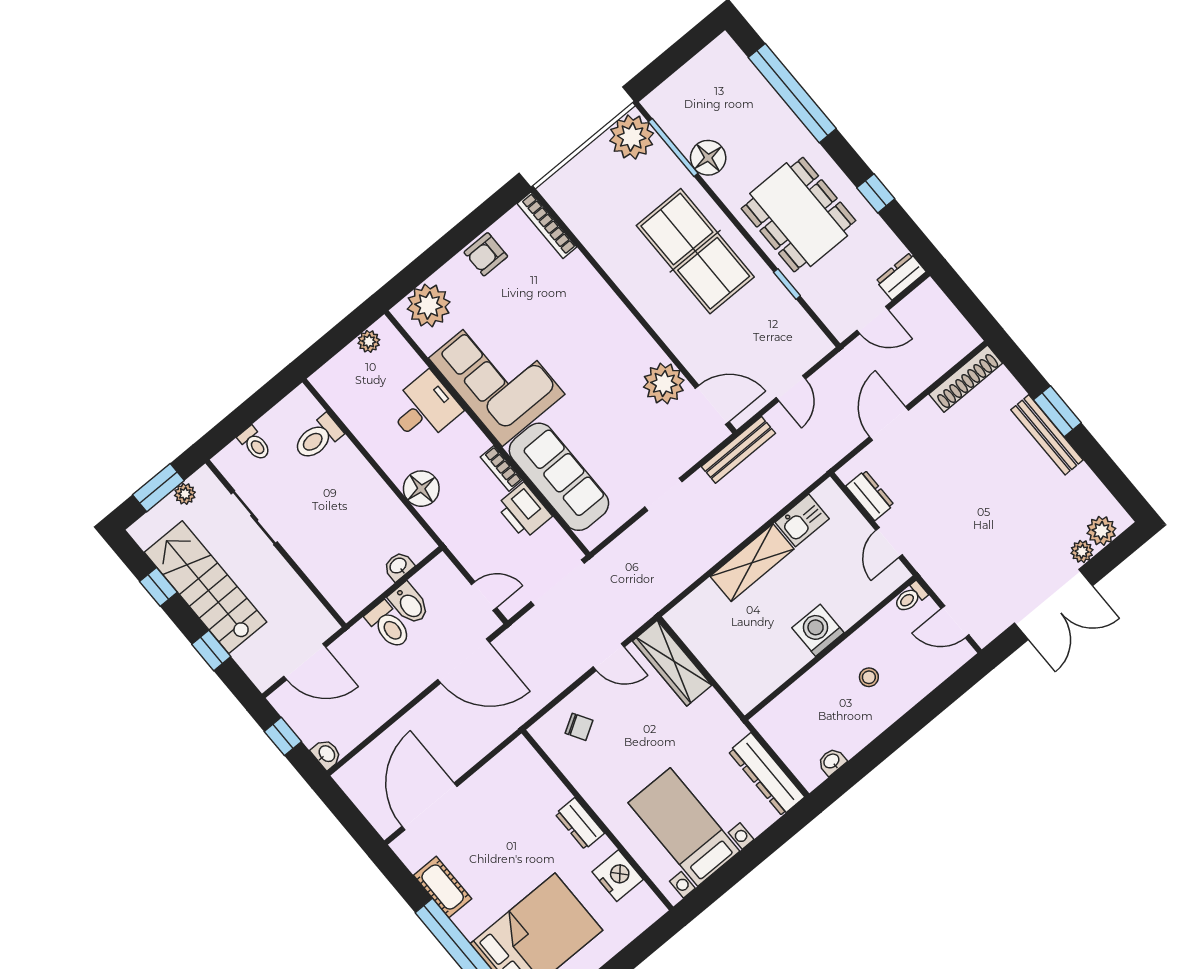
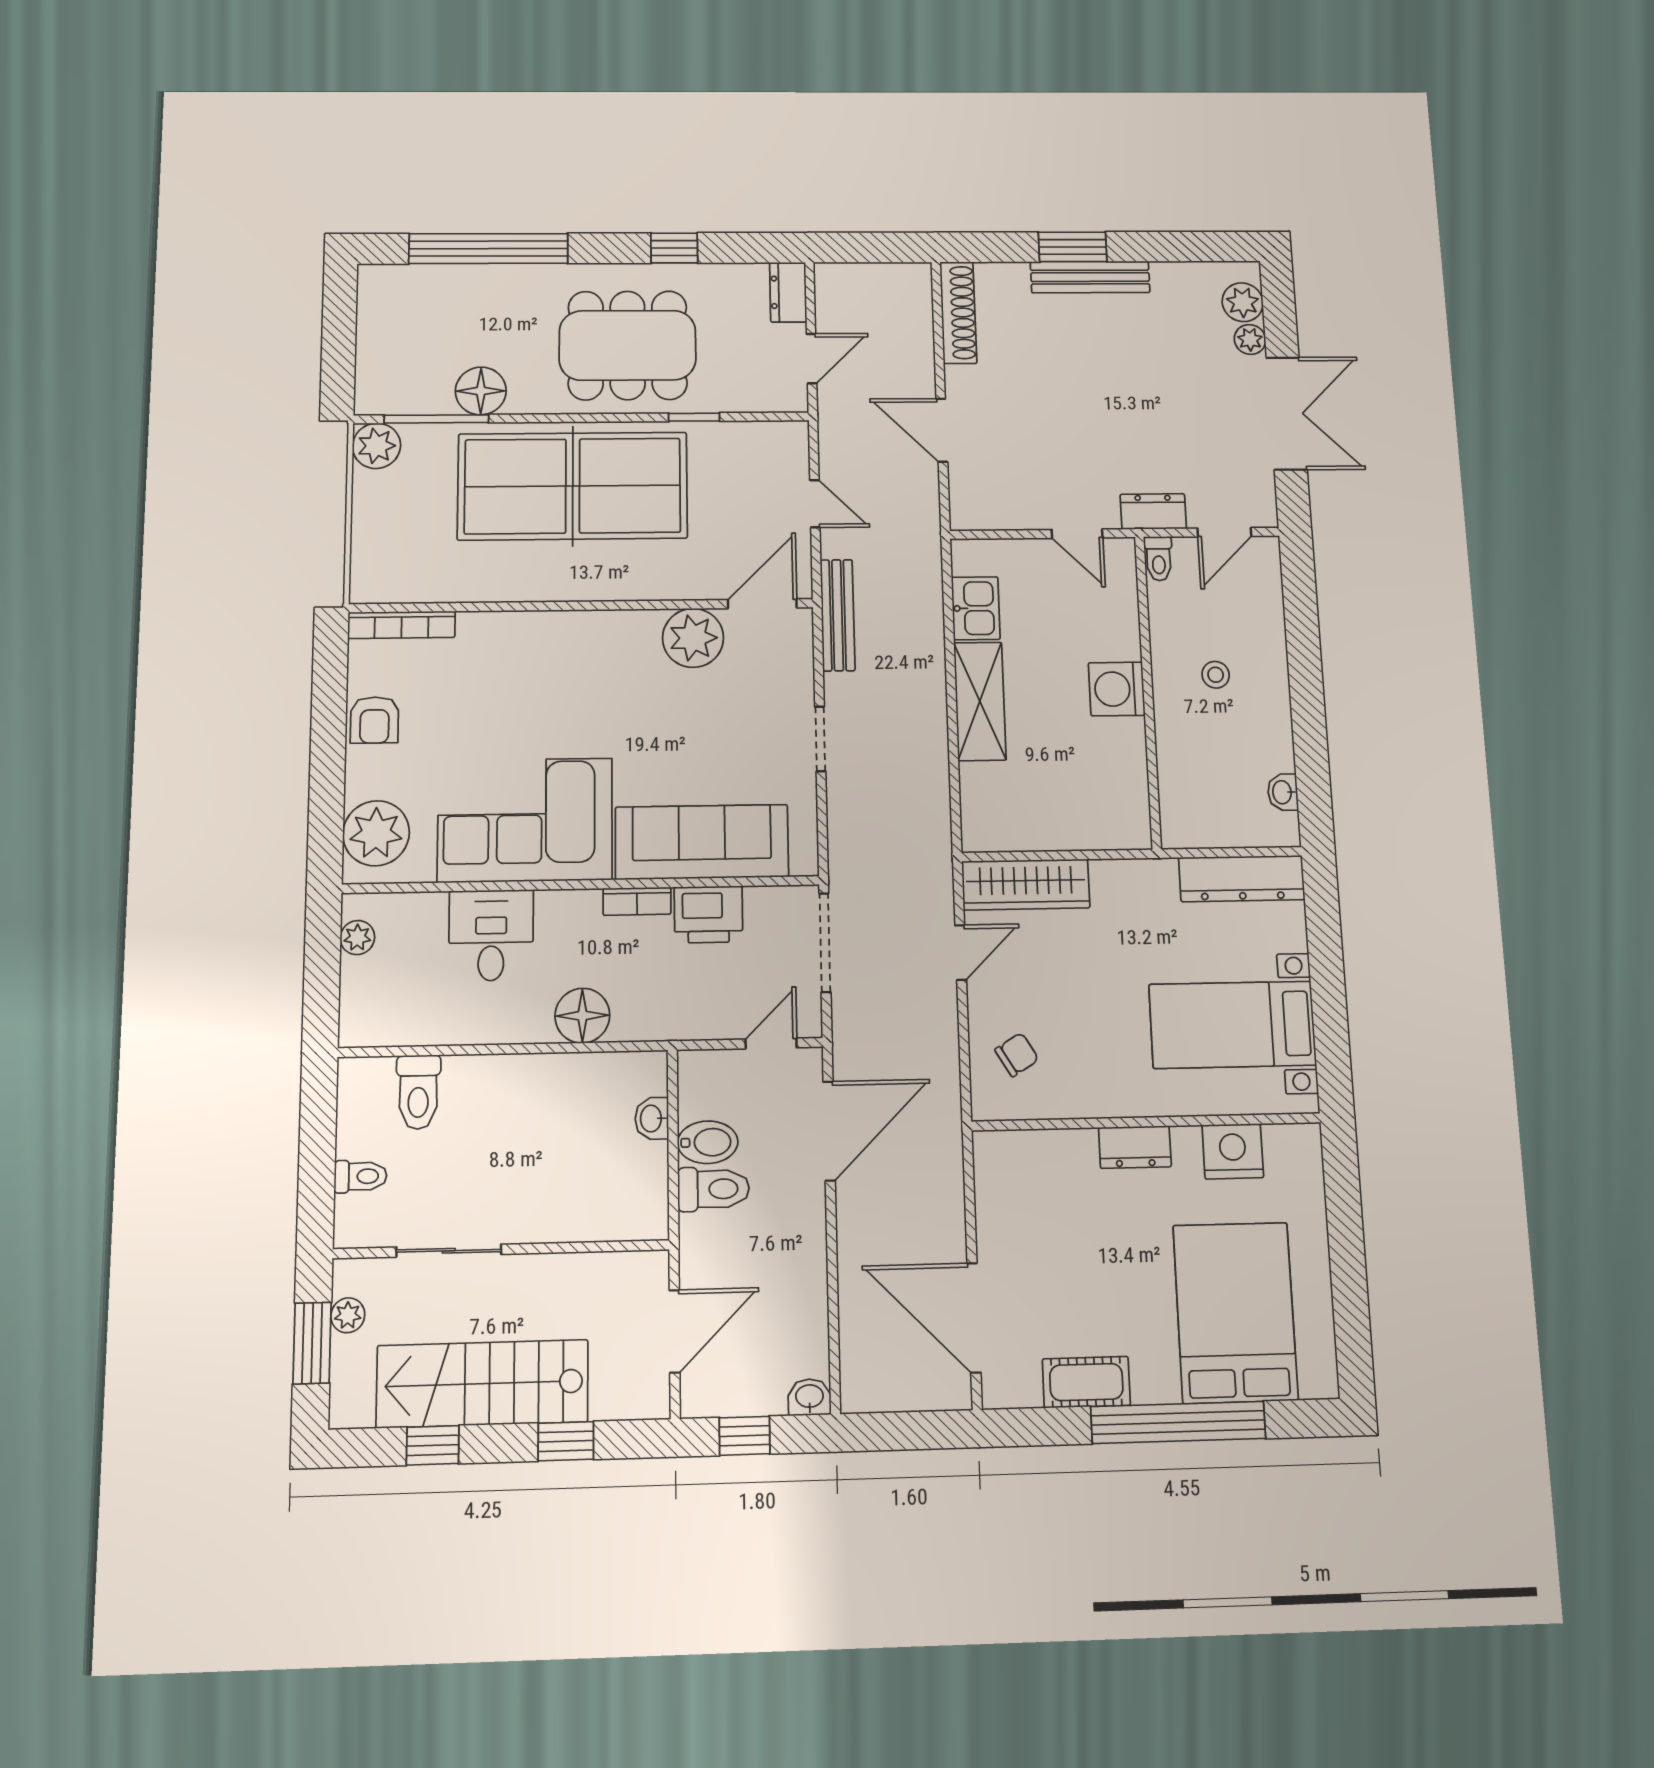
plant: (632, 137) -> (376, 446), width x0.73, depth x0.73
table tennis table: (695, 251) -> (573, 486), width x1.36, depth x1.32
dresser: (870, 495) -> (1153, 511), moved

